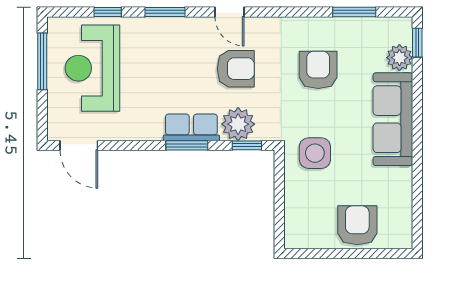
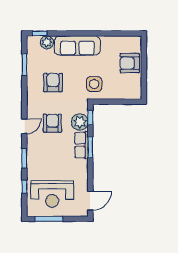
armchair: (318, 70) -> (53, 82), turned 90

